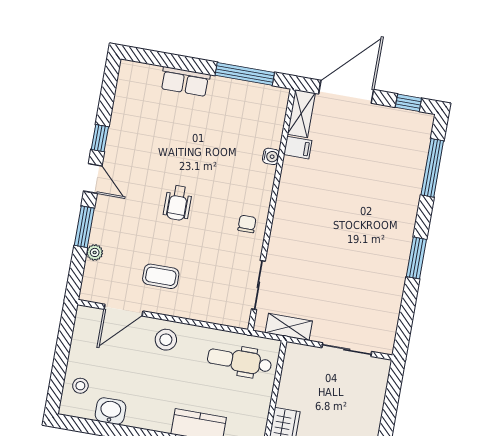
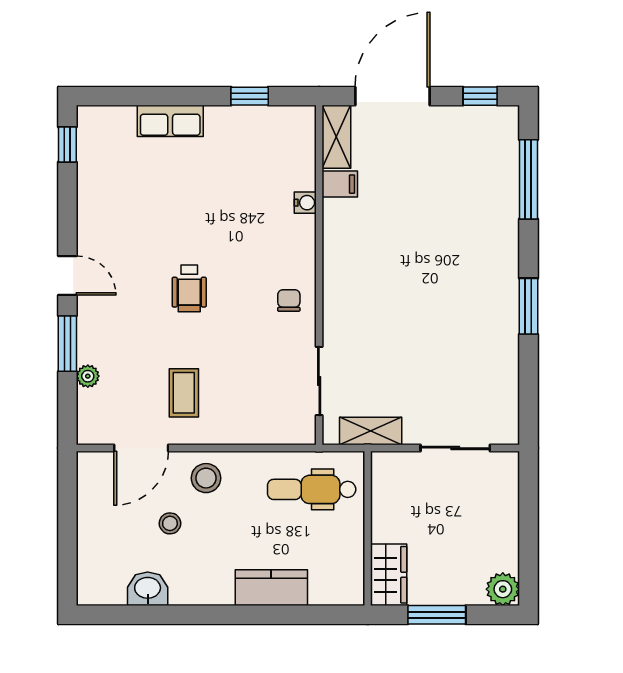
window: (245, 74) -> (250, 96), width x0.46
window: (100, 138) -> (67, 144), moved
coffee table: (161, 276) -> (184, 393), turned 90
stool: (80, 386) -> (170, 523), moved

